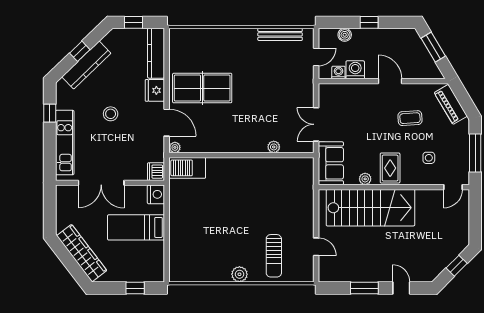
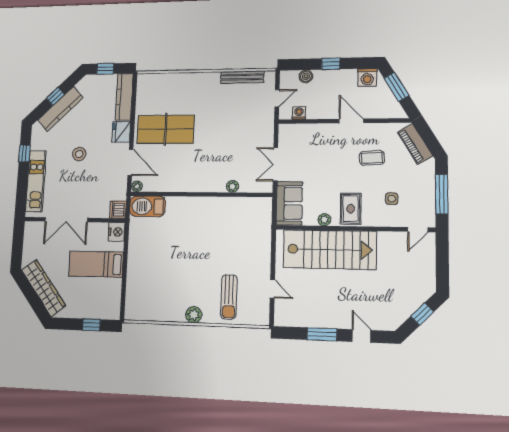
washing machine: (355, 70) -> (367, 77), moved, turned 180

